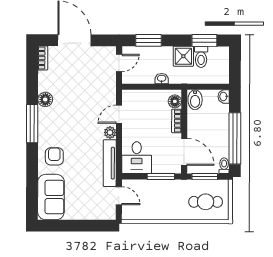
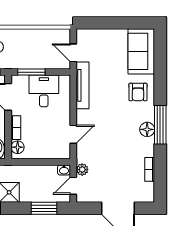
bookcase: (43, 58) -> (150, 169), moved
washbasin: (162, 79) -> (64, 170), moved
floor lamp: (45, 99) -> (147, 129), moved
plant: (110, 132) -> (82, 170), moved
desk: (137, 158) -> (44, 91), moved

